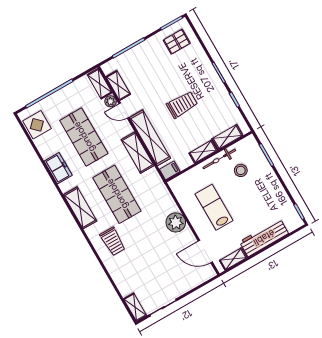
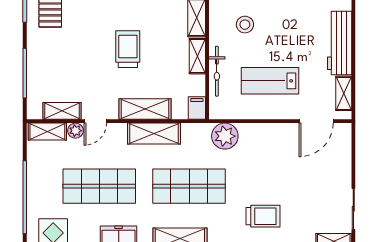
shelving: (150, 138) -> (145, 109), width x0.68
bicycle: (219, 159) -> (217, 71), moved
plant: (176, 222) -> (225, 136), moved
trolley: (113, 241) -> (263, 216), moved

